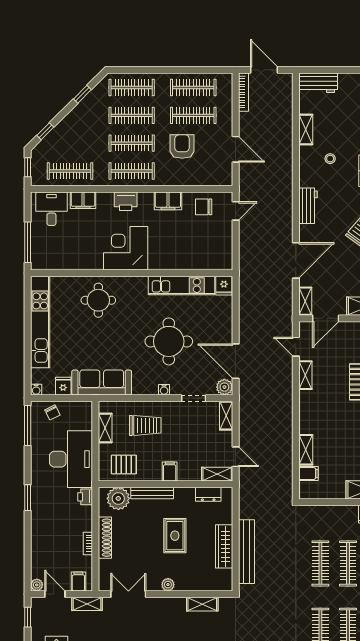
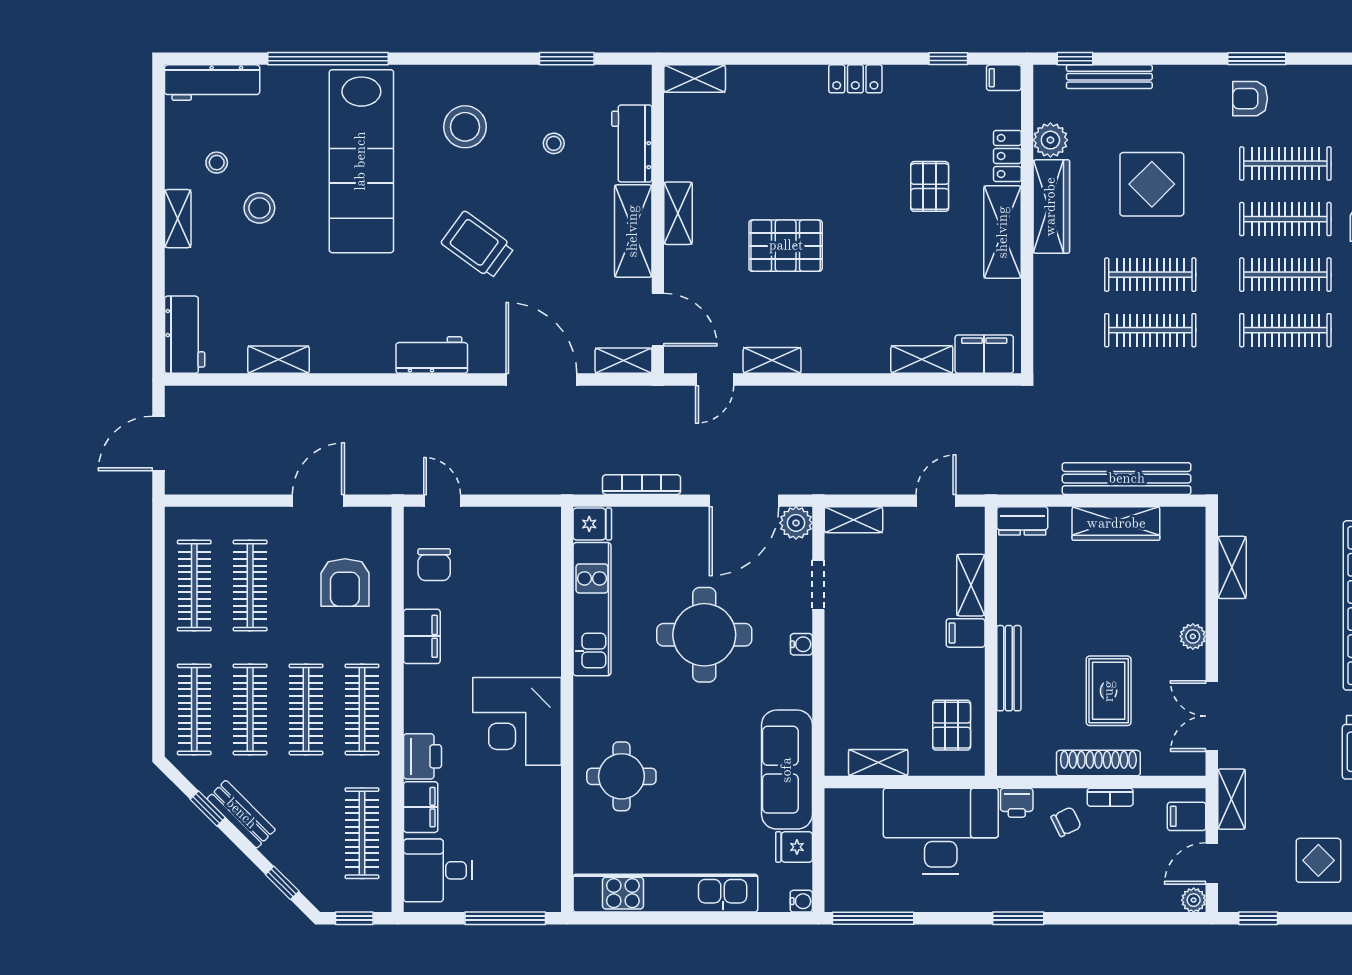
bookcase: (244, 92) -> (642, 485), moved
bench: (79, 111) -> (241, 814), added
armchair: (182, 147) -> (345, 583), moved, turned -90
stool: (330, 159) -> (337, 311), removed
printer: (126, 201) -> (423, 756), moved
chair: (52, 412) -> (1066, 822), moved
trolley: (145, 425) -> (873, 682), removed
shelving: (217, 474) -> (971, 585), moved
filing cabinet: (308, 474) -> (984, 354), width x2.00
dresser: (208, 494) -> (1022, 521), moved, turned 90
plant: (118, 498) -> (1020, 736), removed
rug: (175, 536) -> (1109, 691), moved, turned 90

